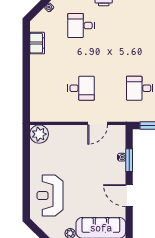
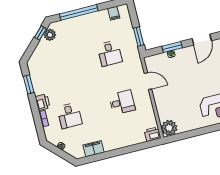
desk: (81, 88) -> (122, 102), turned 90
printer: (37, 113) -> (152, 134), added

